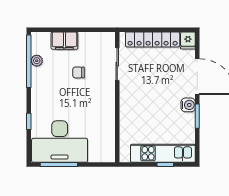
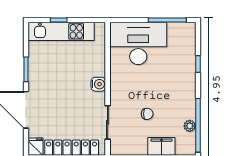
water cooler: (188, 105) -> (98, 84), moved, turned 180
desk: (60, 142) -> (138, 43), moved

